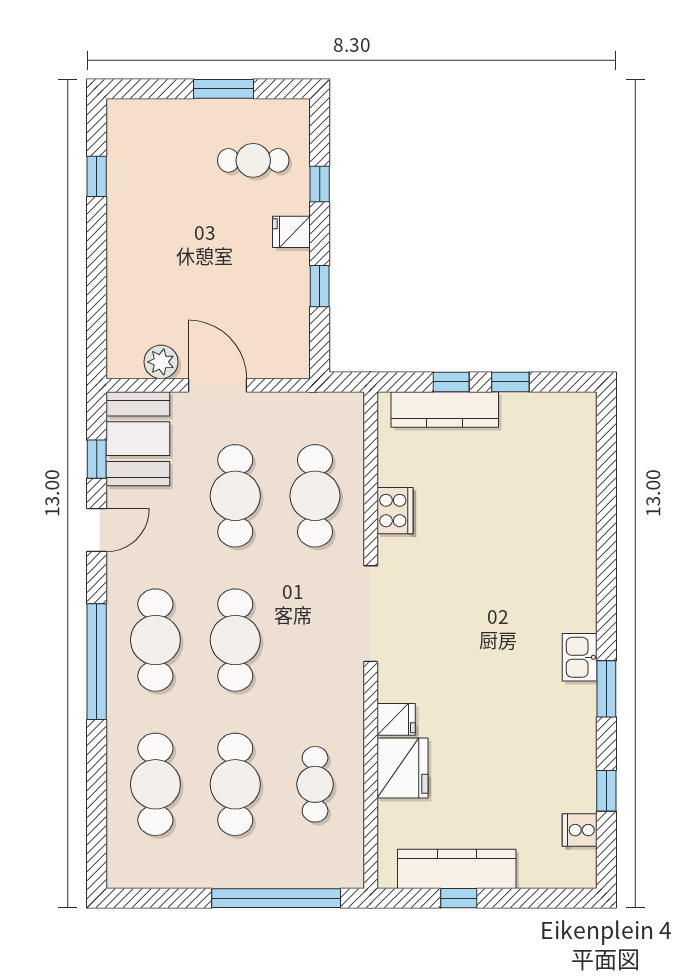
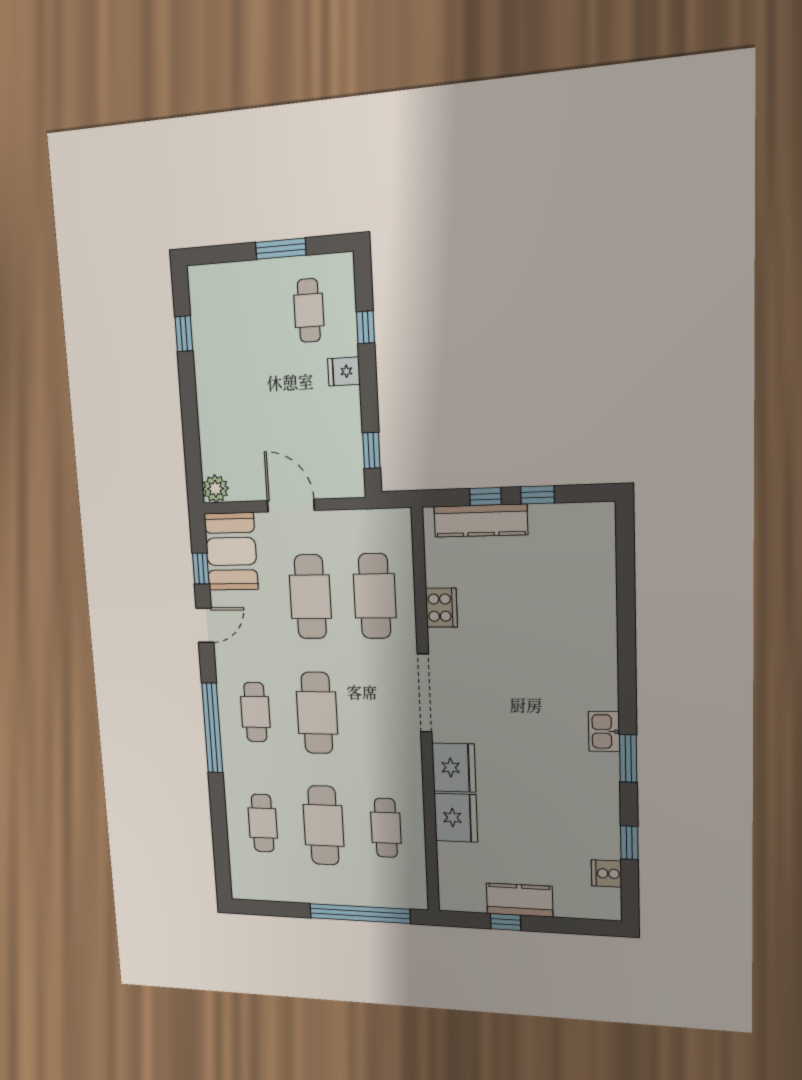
cafe table: (253, 160) -> (309, 310), turned 90
window: (320, 286) -> (371, 450), moved
plant: (161, 362) -> (215, 489), moved
cafe table: (155, 640) -> (255, 712), width x0.73, depth x0.74
fridge: (396, 719) -> (454, 768), width x1.88, depth x1.34
cafe table: (155, 784) -> (263, 823), width x0.73, depth x0.74
kitchen counter: (457, 869) -> (520, 900), width x0.67

